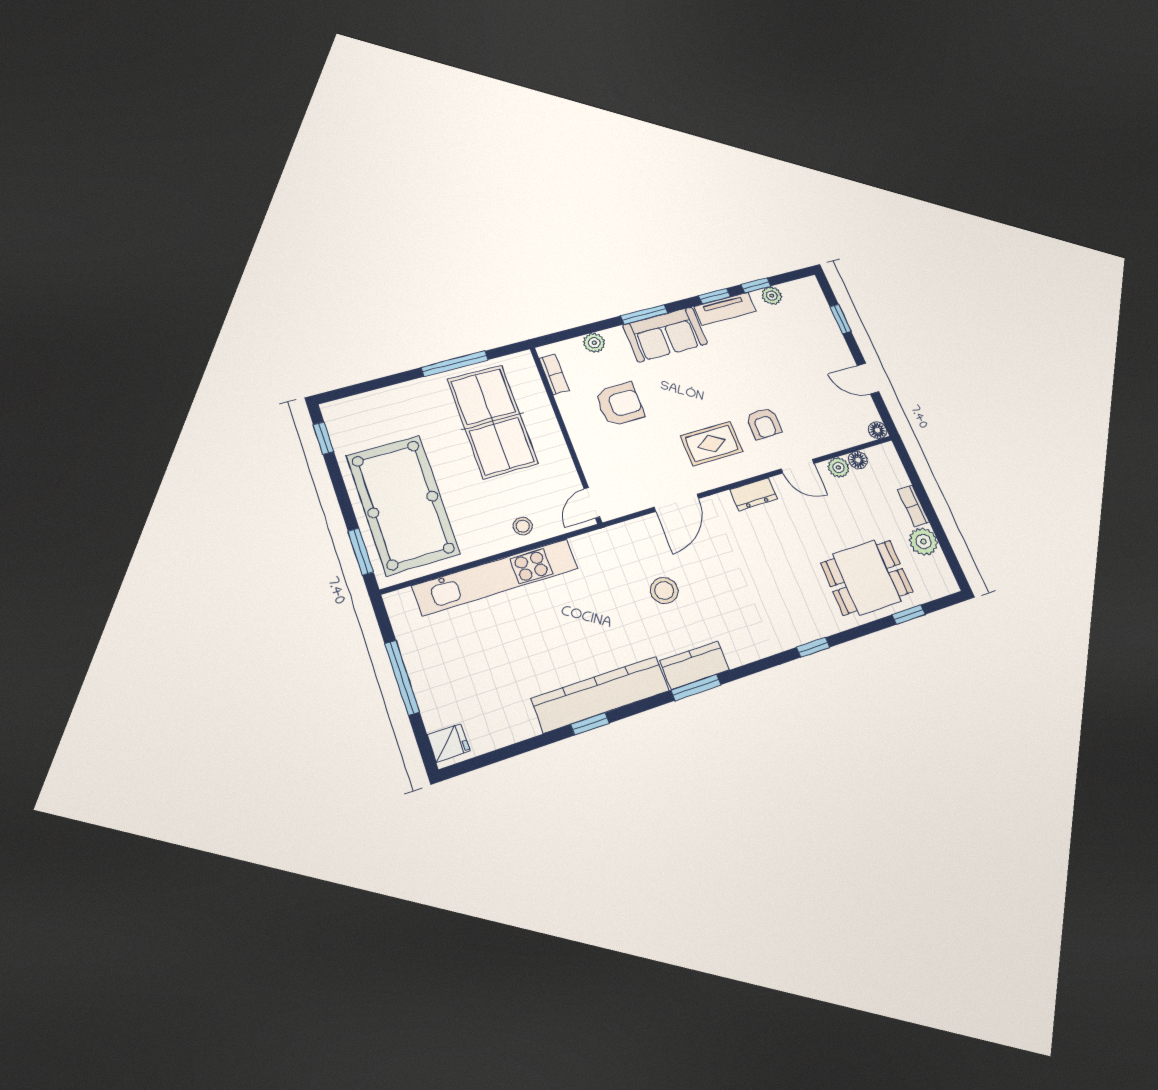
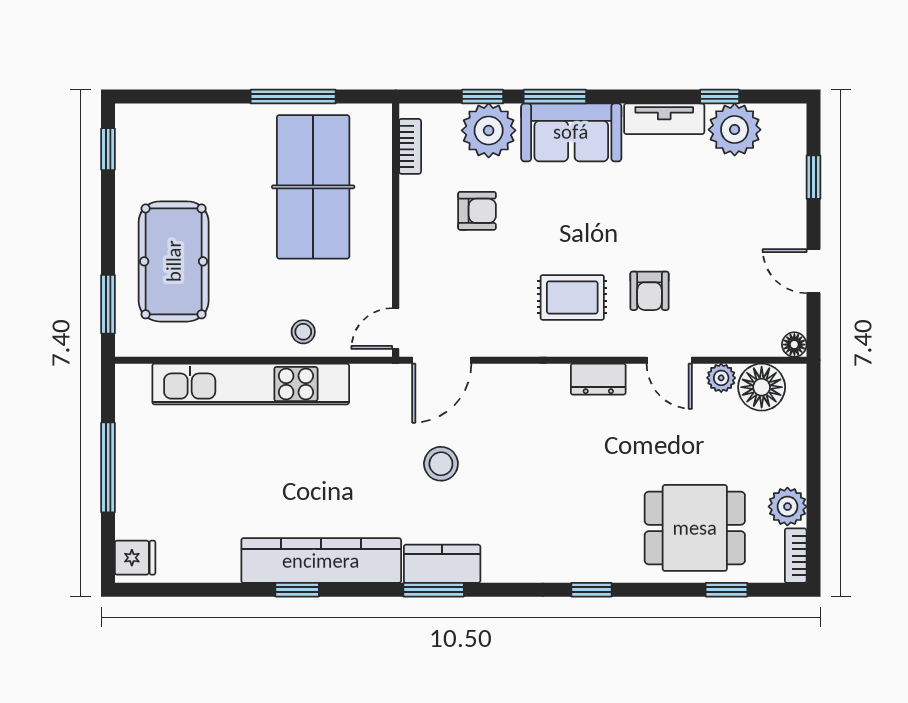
window: (714, 296) -> (483, 97), moved
plant: (772, 296) -> (735, 130), width x1.88, depth x1.88
plant: (594, 343) -> (489, 130), width x1.88, depth x1.88
armchair: (620, 404) -> (477, 211), width x0.72, depth x0.72
floor lamp: (858, 460) -> (762, 387), width x1.89, depth x1.89
door: (676, 503) -> (442, 360), moved
pool table: (403, 505) -> (174, 261), width x0.73, depth x0.76
bookcase: (913, 506) -> (796, 556), moved

